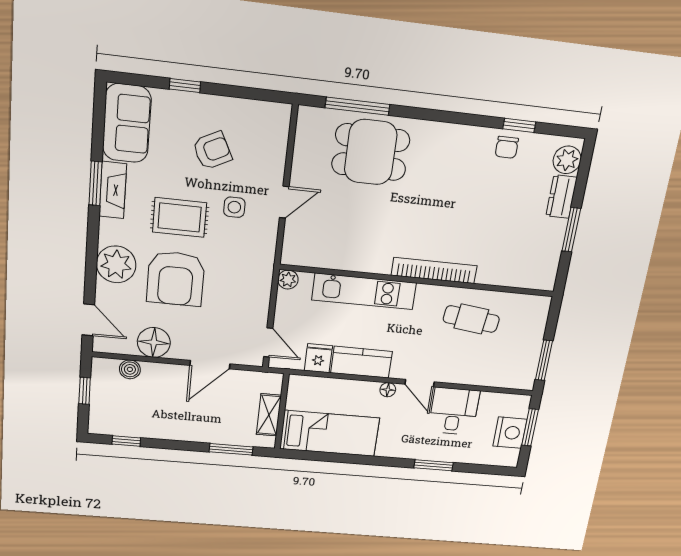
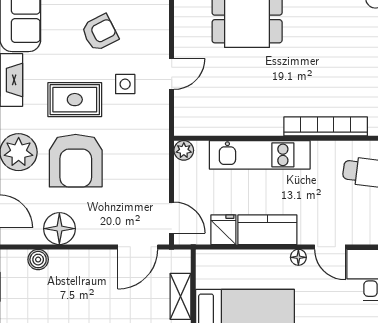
door: (210, 365) -> (138, 247), moved

